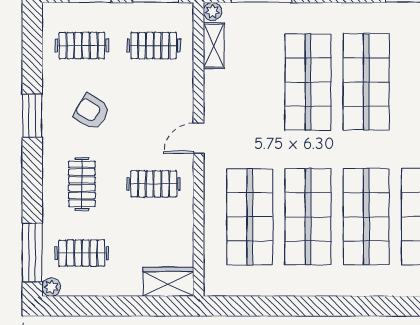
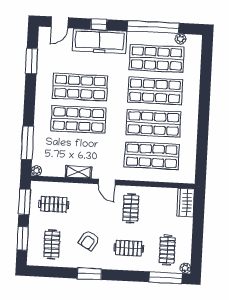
clothes rail: (154, 46) -> (54, 204), turned 90
shelving: (214, 46) -> (78, 172), moved

